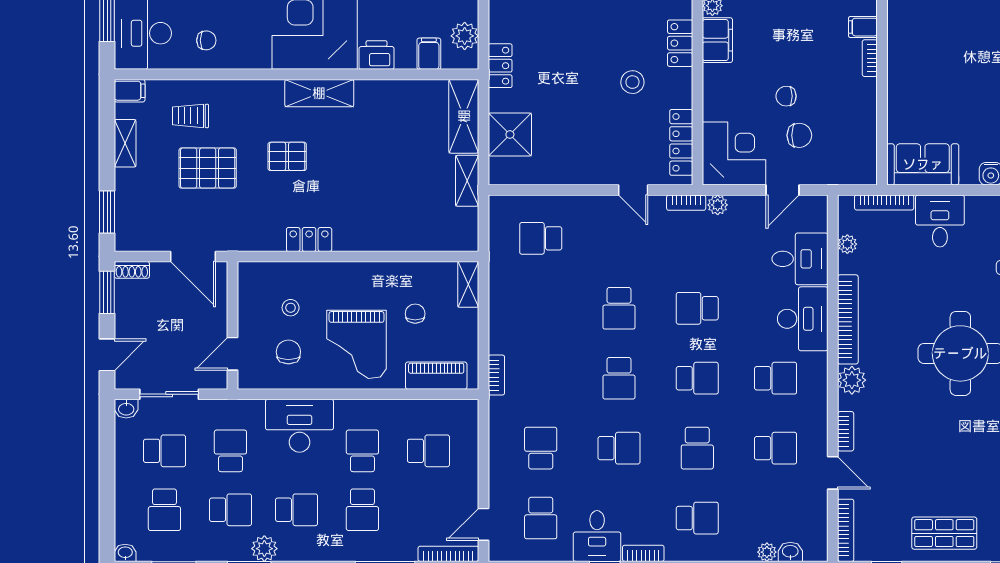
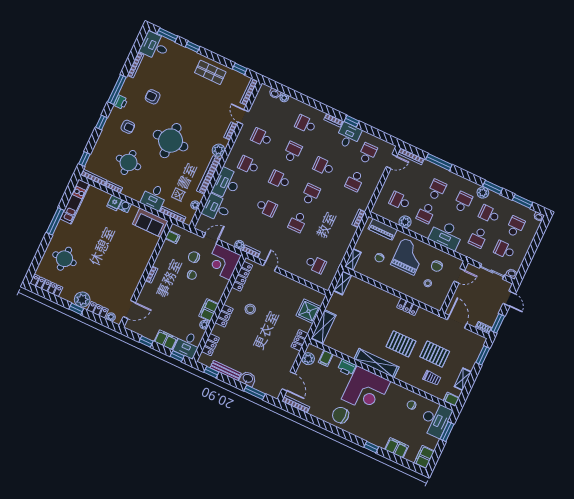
filing cabinet: (863, 27) -> (173, 237), moved
shelving: (319, 93) -> (376, 363), width x1.47
pallet: (287, 156) -> (401, 344), width x1.50, depth x1.42
shelving: (467, 181) -> (343, 283), moved
school desk: (619, 308) -> (298, 222), turned 180
door: (107, 355) -> (509, 299), swing flipped
plant: (397, 413) -> (405, 222), added
school desk: (296, 510) -> (463, 202), turned 90

